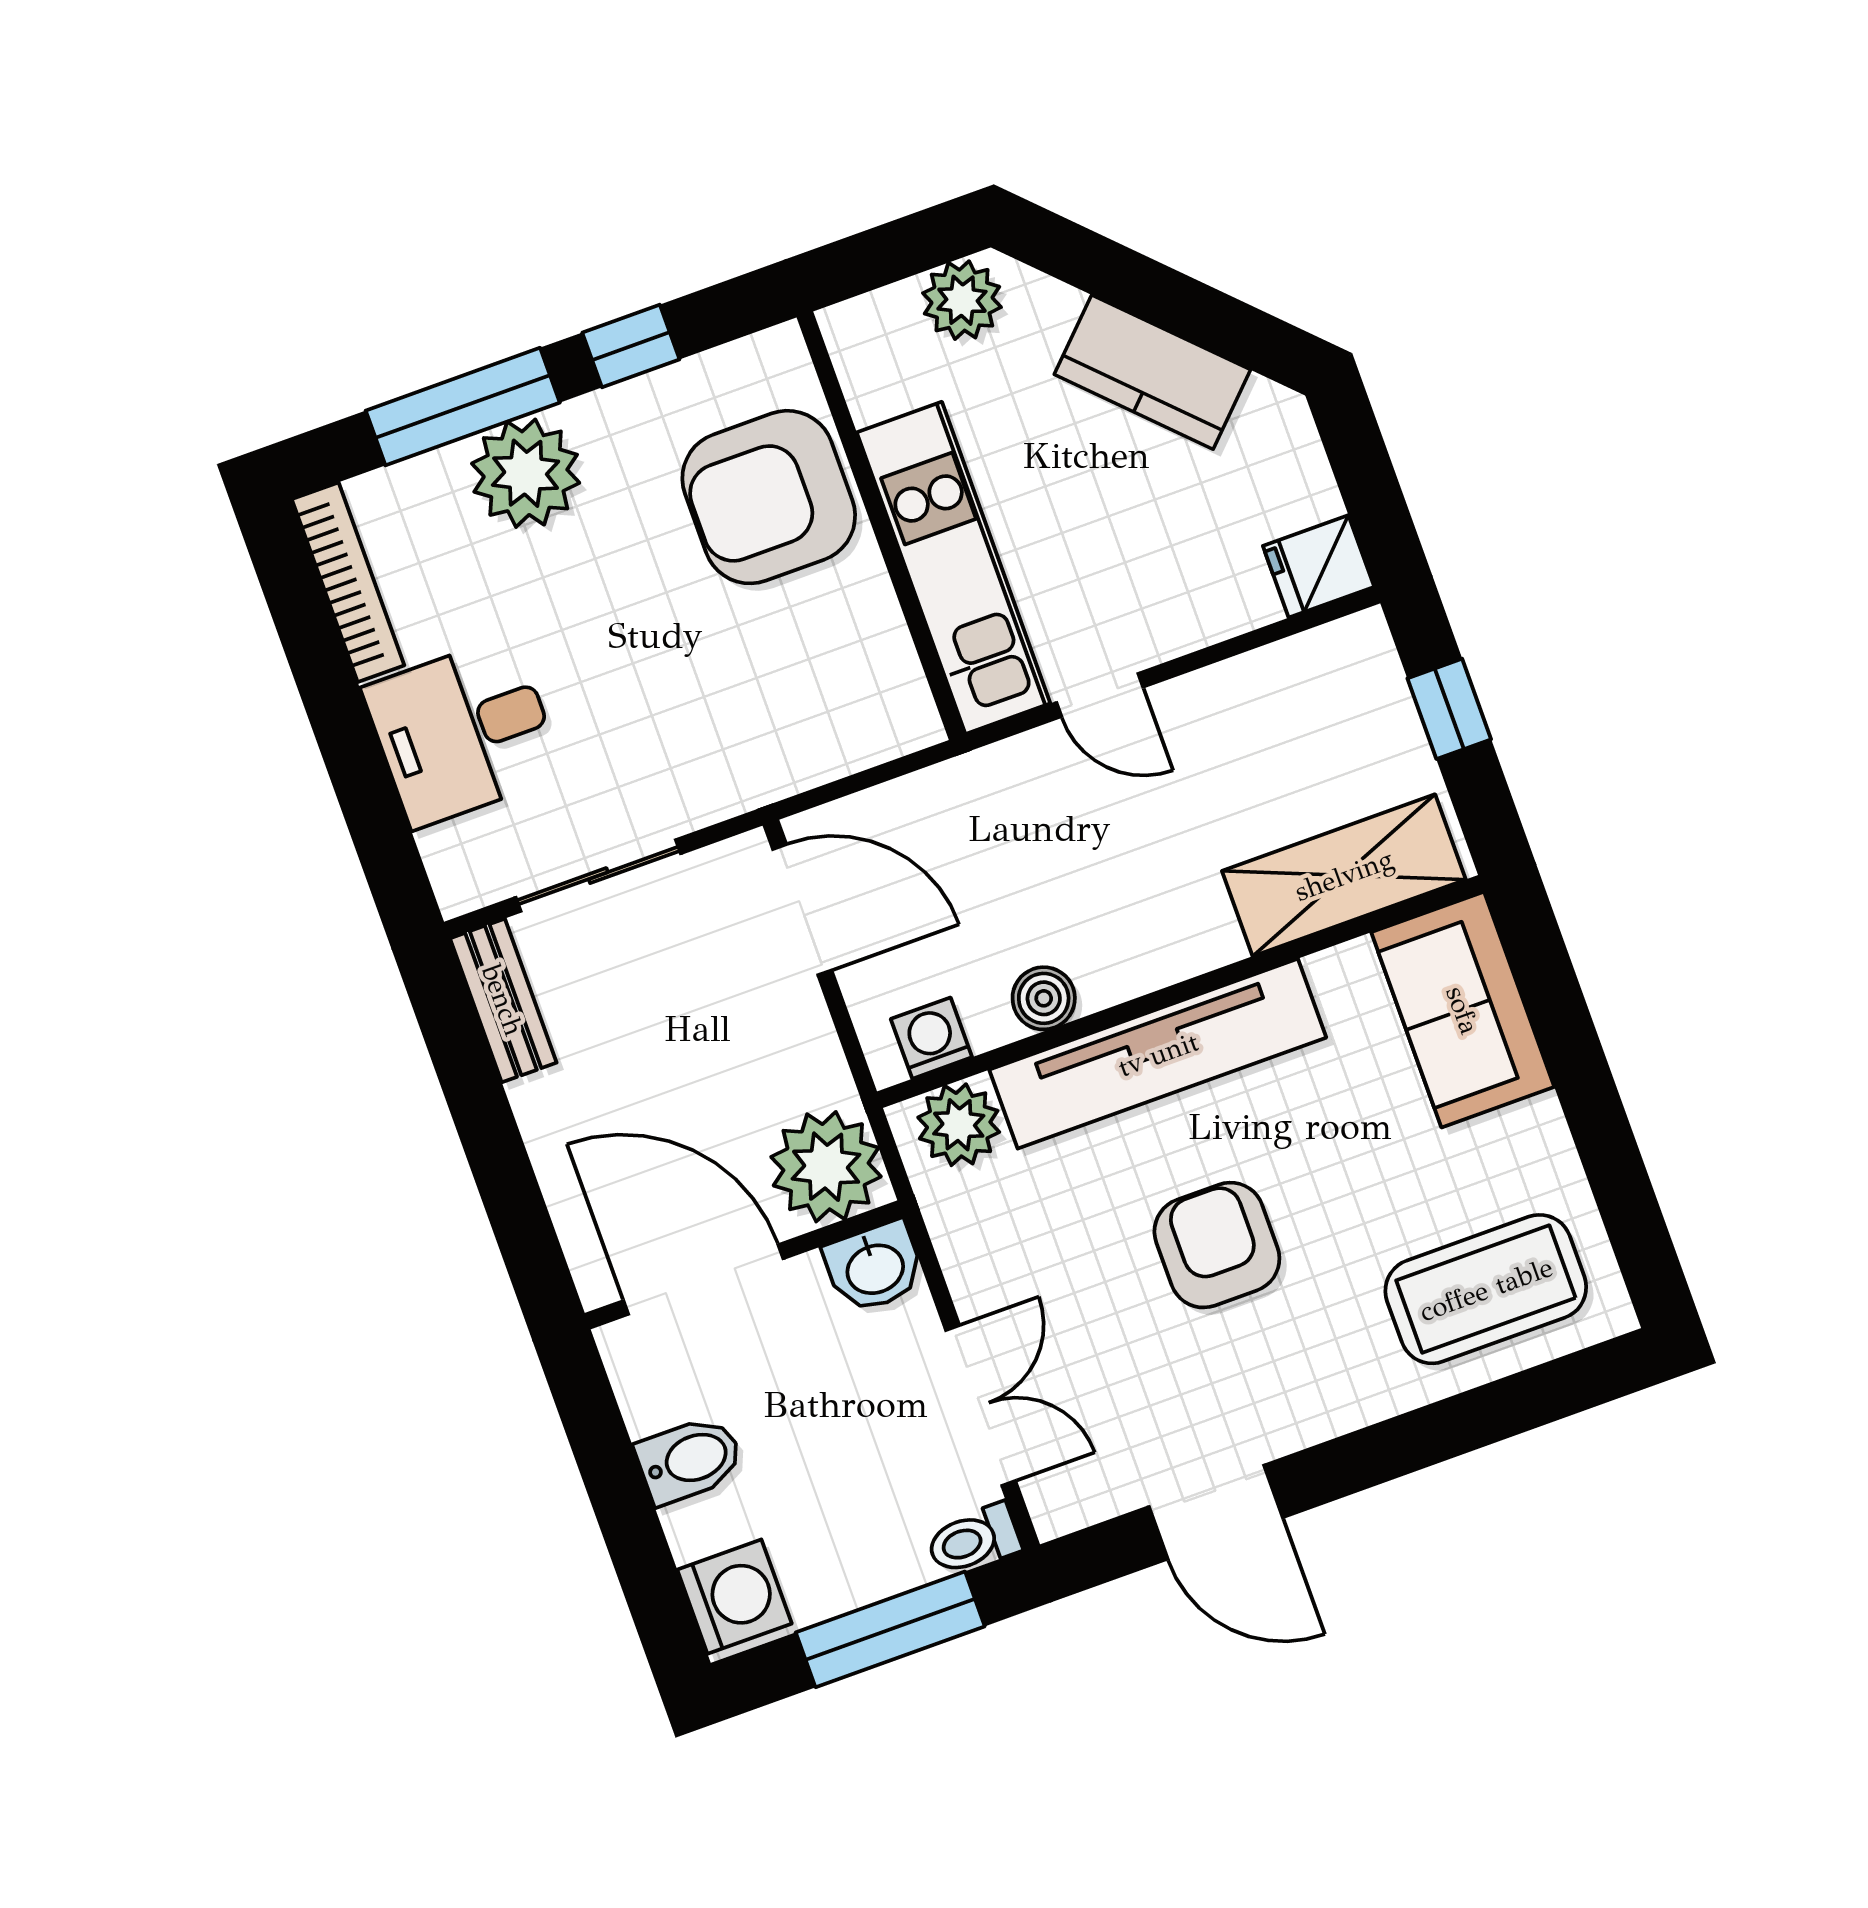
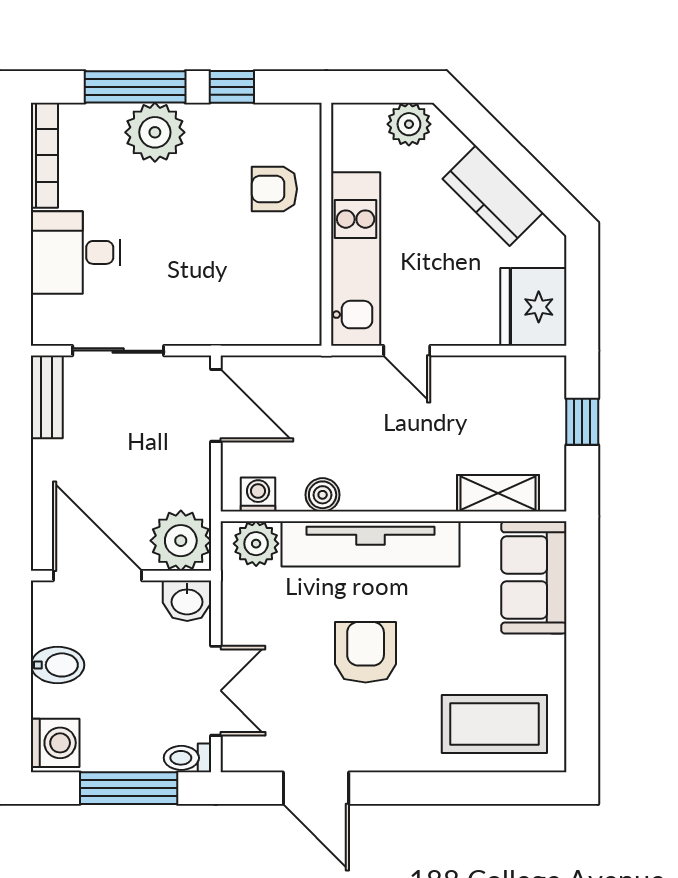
armchair: (769, 497) -> (274, 189), width x0.53, depth x0.53
fridge: (1319, 566) -> (533, 307), width x1.88, depth x1.34
shelving: (1344, 875) -> (498, 493), width x0.67, depth x0.75

